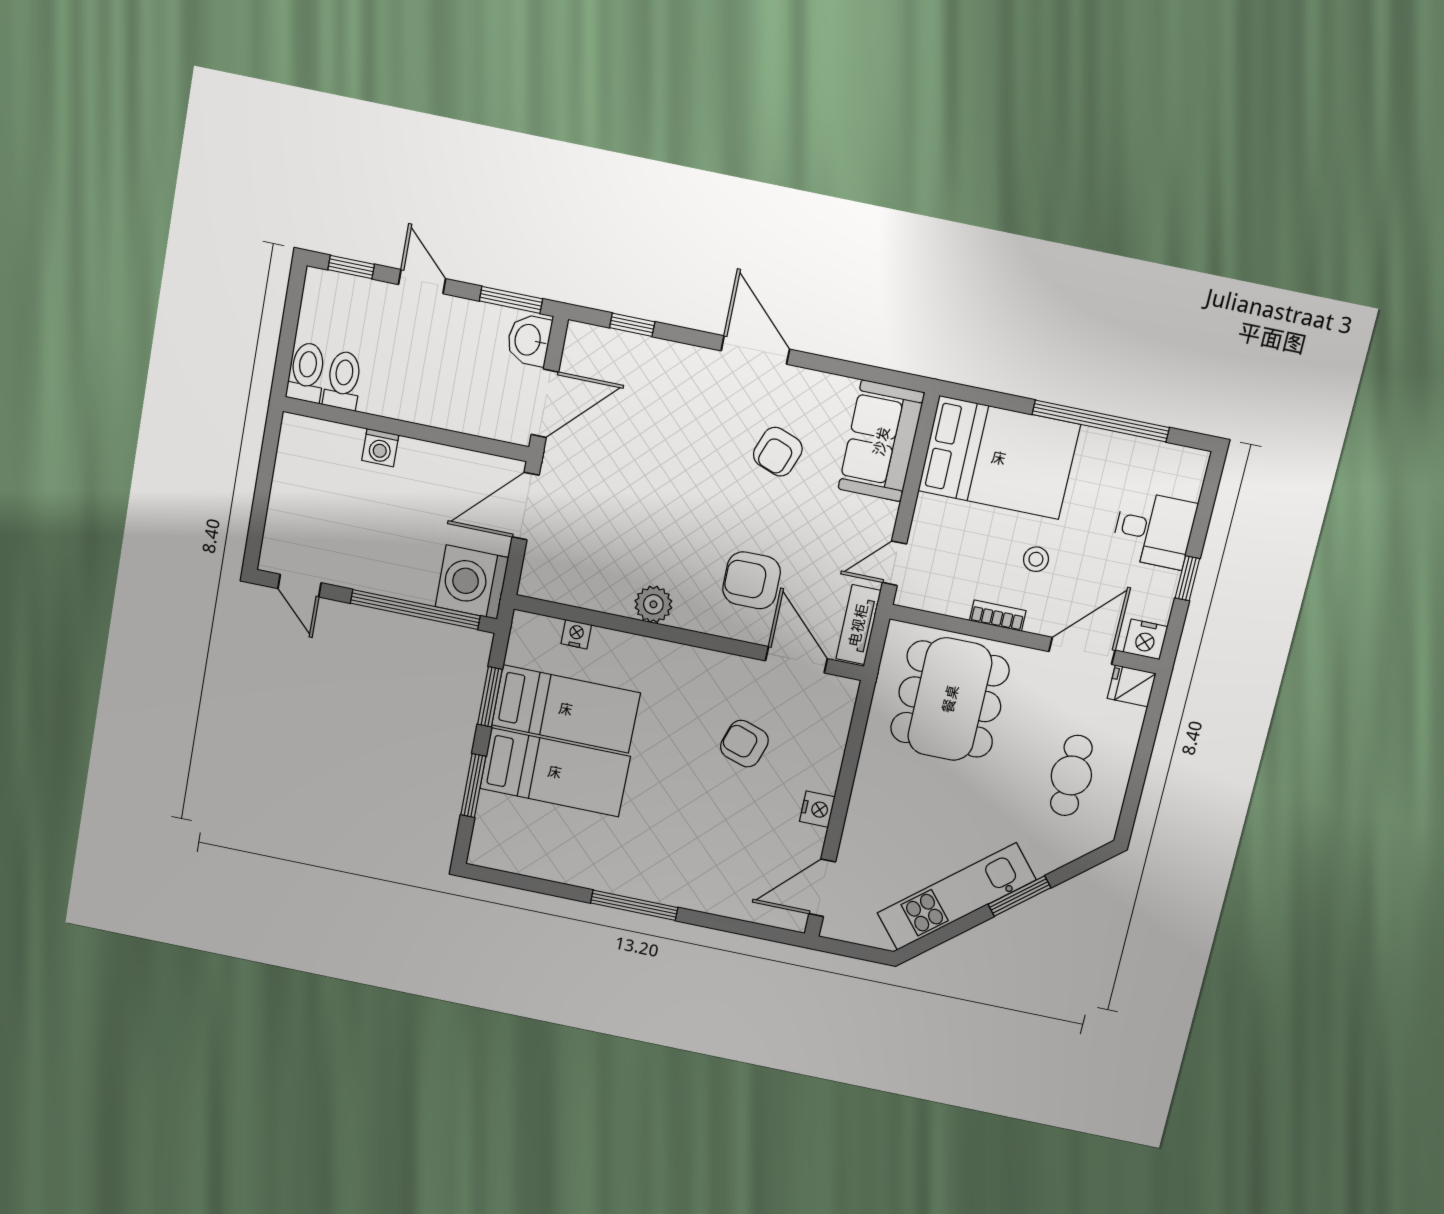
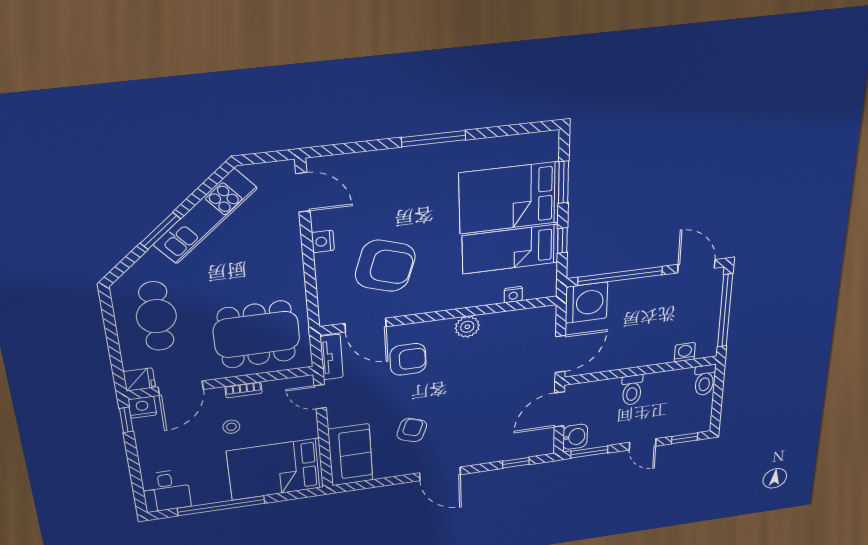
toilet: (343, 380) -> (632, 390), moved
washing machine: (380, 448) -> (685, 352), moved
window: (262, 491) -> (725, 311), added
desk: (1154, 530) -> (166, 491), moved, turned -90
door: (894, 563) -> (320, 397), swing flipped
window: (1187, 578) -> (126, 420), moved
door: (299, 586) -> (696, 266), width x1.38
window: (490, 697) -> (562, 240), width x0.67
dining table: (950, 699) -> (257, 335), turned 90
armchair: (744, 744) -> (385, 266), width x1.88, depth x1.88
bed: (555, 772) -> (509, 198), width x1.50
cafe table: (1071, 776) -> (156, 316), width x1.37, depth x1.35
door: (822, 888) -> (303, 192), hinge flipped

